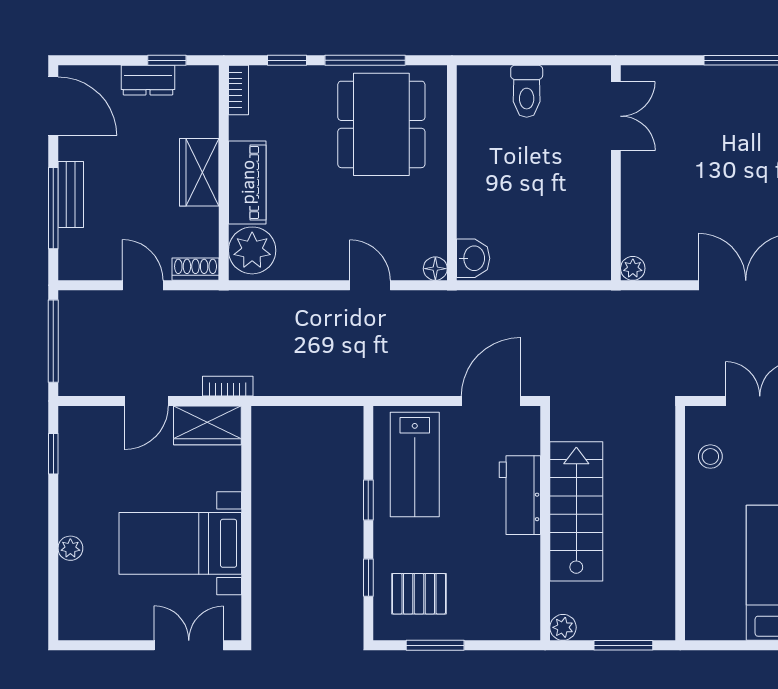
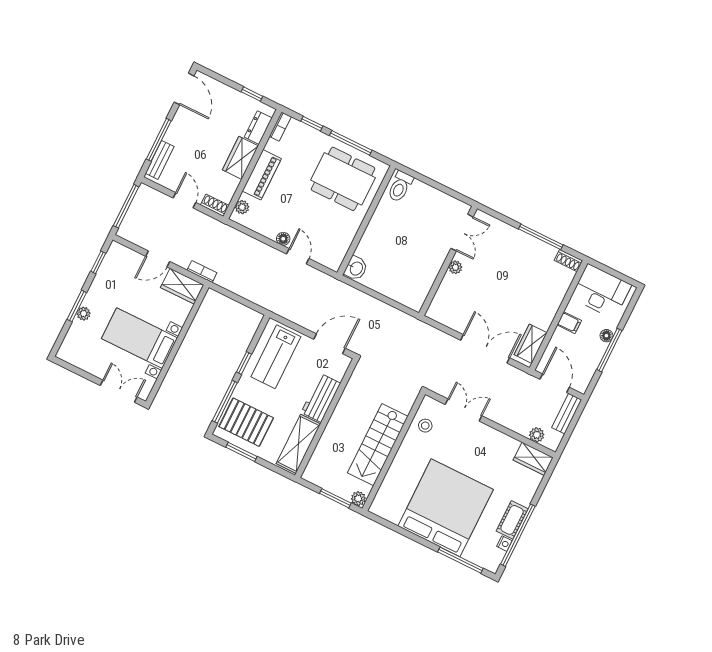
dresser: (148, 80) -> (258, 128), moved, turned 90
toilet: (527, 91) -> (400, 187), moved
dining table: (381, 124) -> (343, 179), turned 90
bench: (71, 195) -> (160, 160), moved
plant: (252, 250) -> (242, 207), width x0.53, depth x0.53
plant: (633, 268) -> (455, 267), moved
floor lamp: (435, 269) -> (283, 239), moved
stairs: (576, 511) -> (378, 445), moved, turned 180
window: (53, 541) -> (77, 306), added
window: (368, 578) -> (225, 402), width x2.17
shelving: (520, 587) -> (298, 444), added
pallet: (419, 594) -> (246, 422), width x1.50, depth x1.42
plant: (563, 627) -> (358, 499), moved

